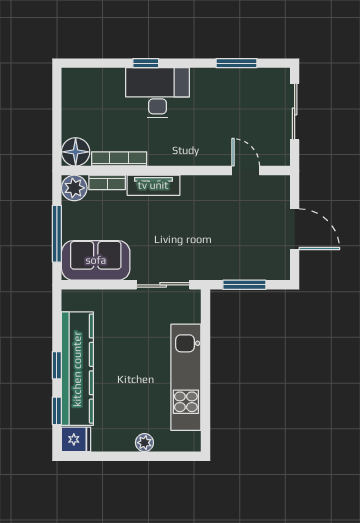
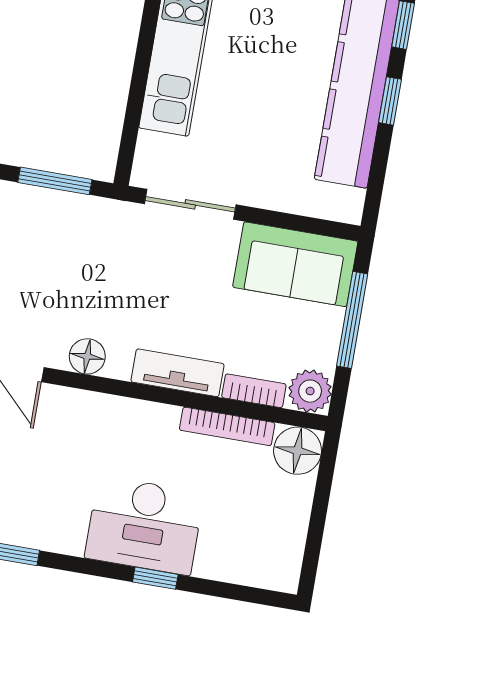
floor lamp: (208, 186) -> (87, 356), added

